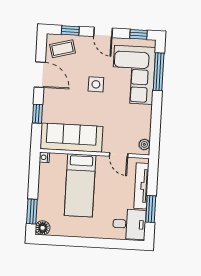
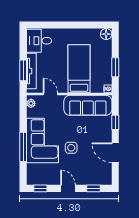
coffee table: (63, 49) -> (99, 174), removed
window: (159, 72) -> (23, 147), moved
corner sofa: (133, 75) -> (42, 141), moved
window: (151, 209) -> (23, 70), moved
window: (32, 211) -> (115, 67), moved

